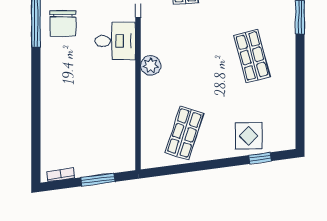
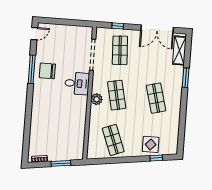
chair: (63, 23) -> (47, 71), turned 90
shop shelf: (184, 56) -> (117, 95), added
shop shelf: (184, 133) -> (113, 140), turned -39

